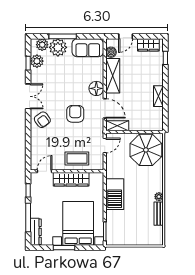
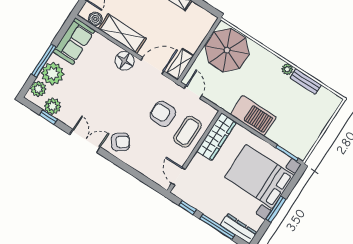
armchair: (75, 114) -> (163, 114), moved
wardrobe: (71, 179) -> (216, 137), moved

